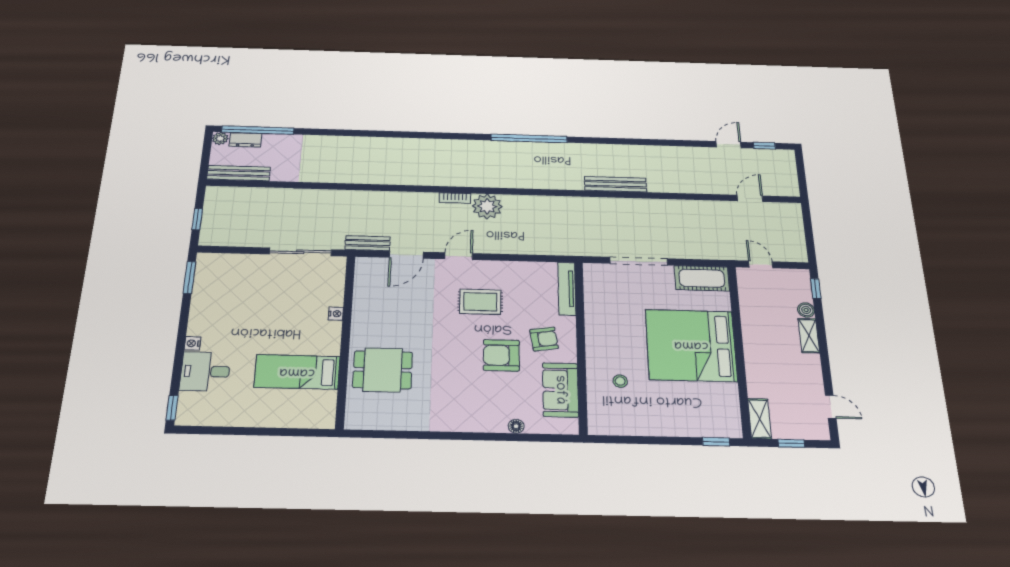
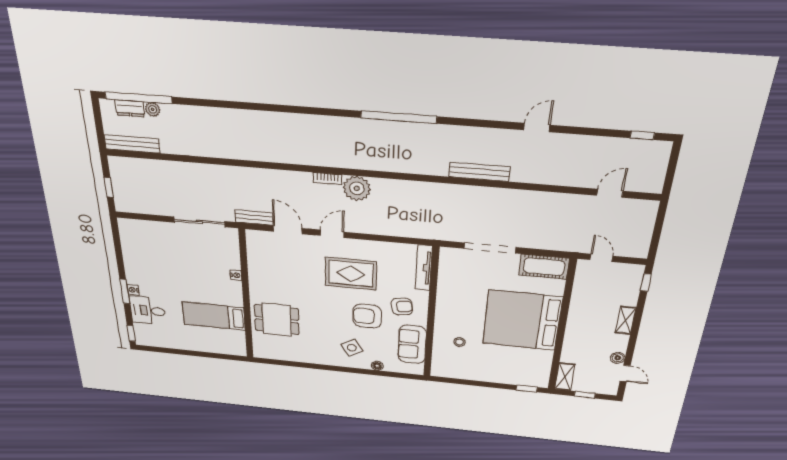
plant: (220, 138) -> (153, 109), moved
door: (729, 145) -> (537, 127), moved
door: (406, 255) -> (288, 230), swing flipped
window: (189, 277) -> (125, 291), moved
rug: (480, 302) -> (351, 274), width x1.36, depth x1.43
boiler: (806, 310) -> (618, 358), moved
side table: (482, 402) -> (352, 348), added

